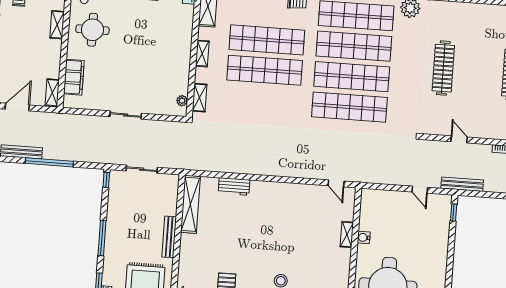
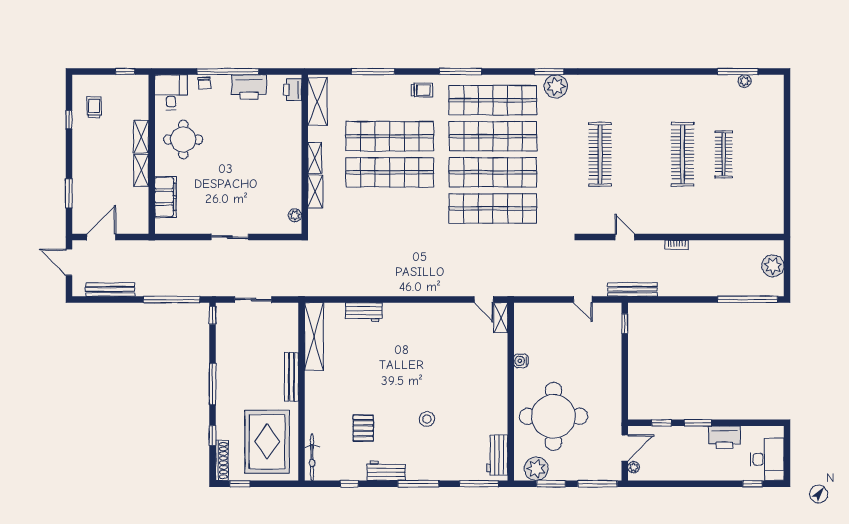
shelving: (52, 93) -> (141, 170), moved
shelving: (199, 98) -> (315, 191), moved
window: (49, 162) -> (172, 300), moved
shelving: (347, 234) -> (501, 318), moved

